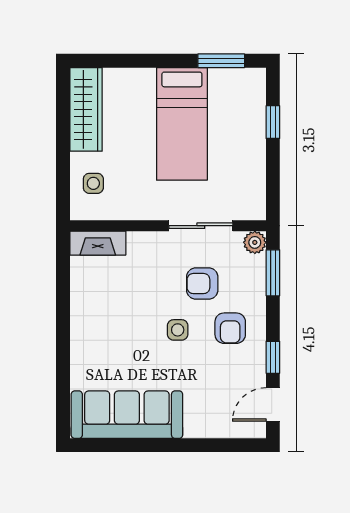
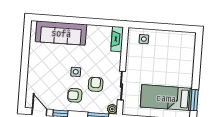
wardrobe: (86, 109) -> (177, 38), removed
bed: (182, 124) -> (166, 98), moved
sofa: (127, 415) -> (61, 33), moved, turned 90

